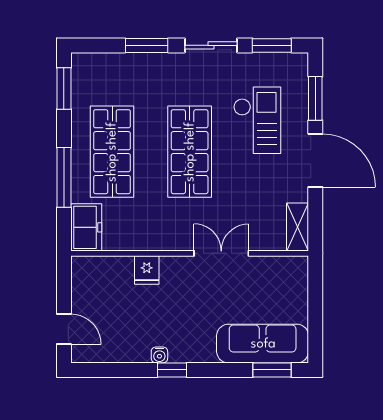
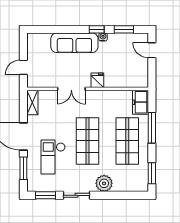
window: (147, 45) -> (110, 195), removed
plant: (157, 69) -> (104, 183), added
fridge: (147, 270) -> (97, 80), moved
door: (315, 295) -> (23, 67), added
sofa: (263, 344) -> (74, 43), moved
window: (272, 370) -> (124, 29), moved

